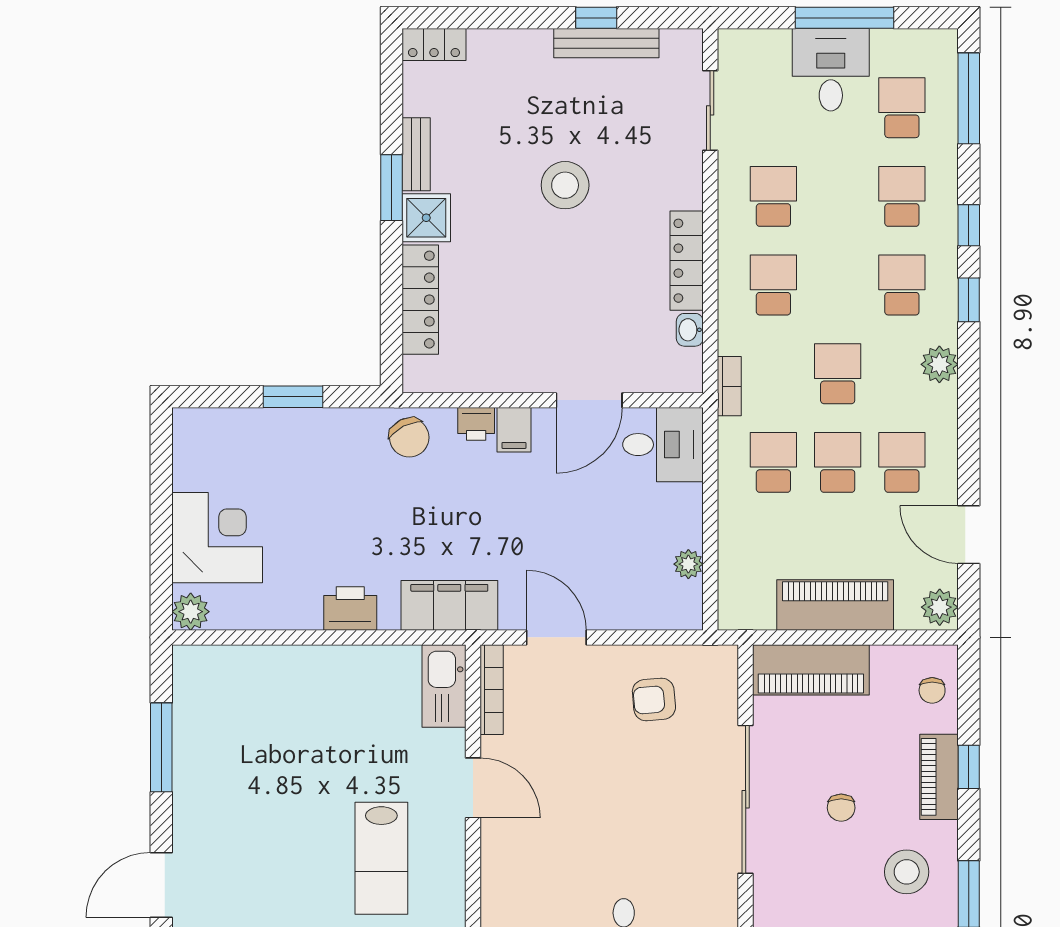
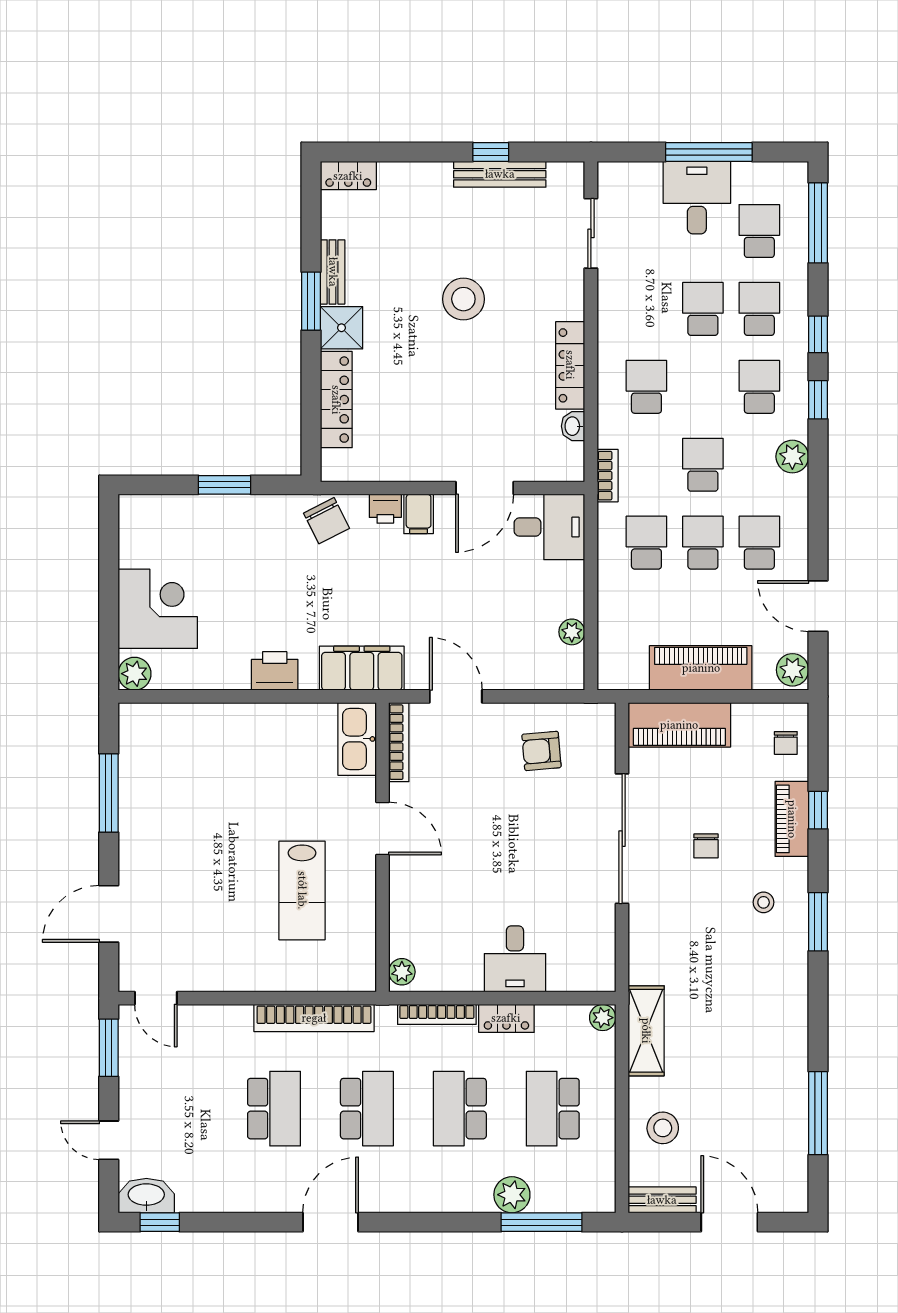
school desk: (773, 196) -> (703, 309), moved
stool: (907, 872) -> (764, 902), width x0.53, depth x0.53

